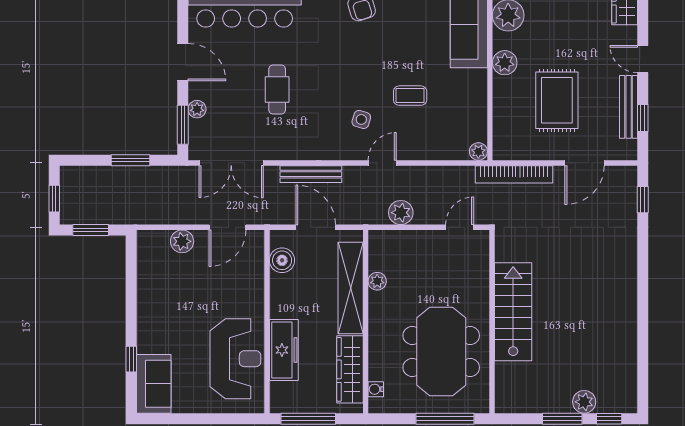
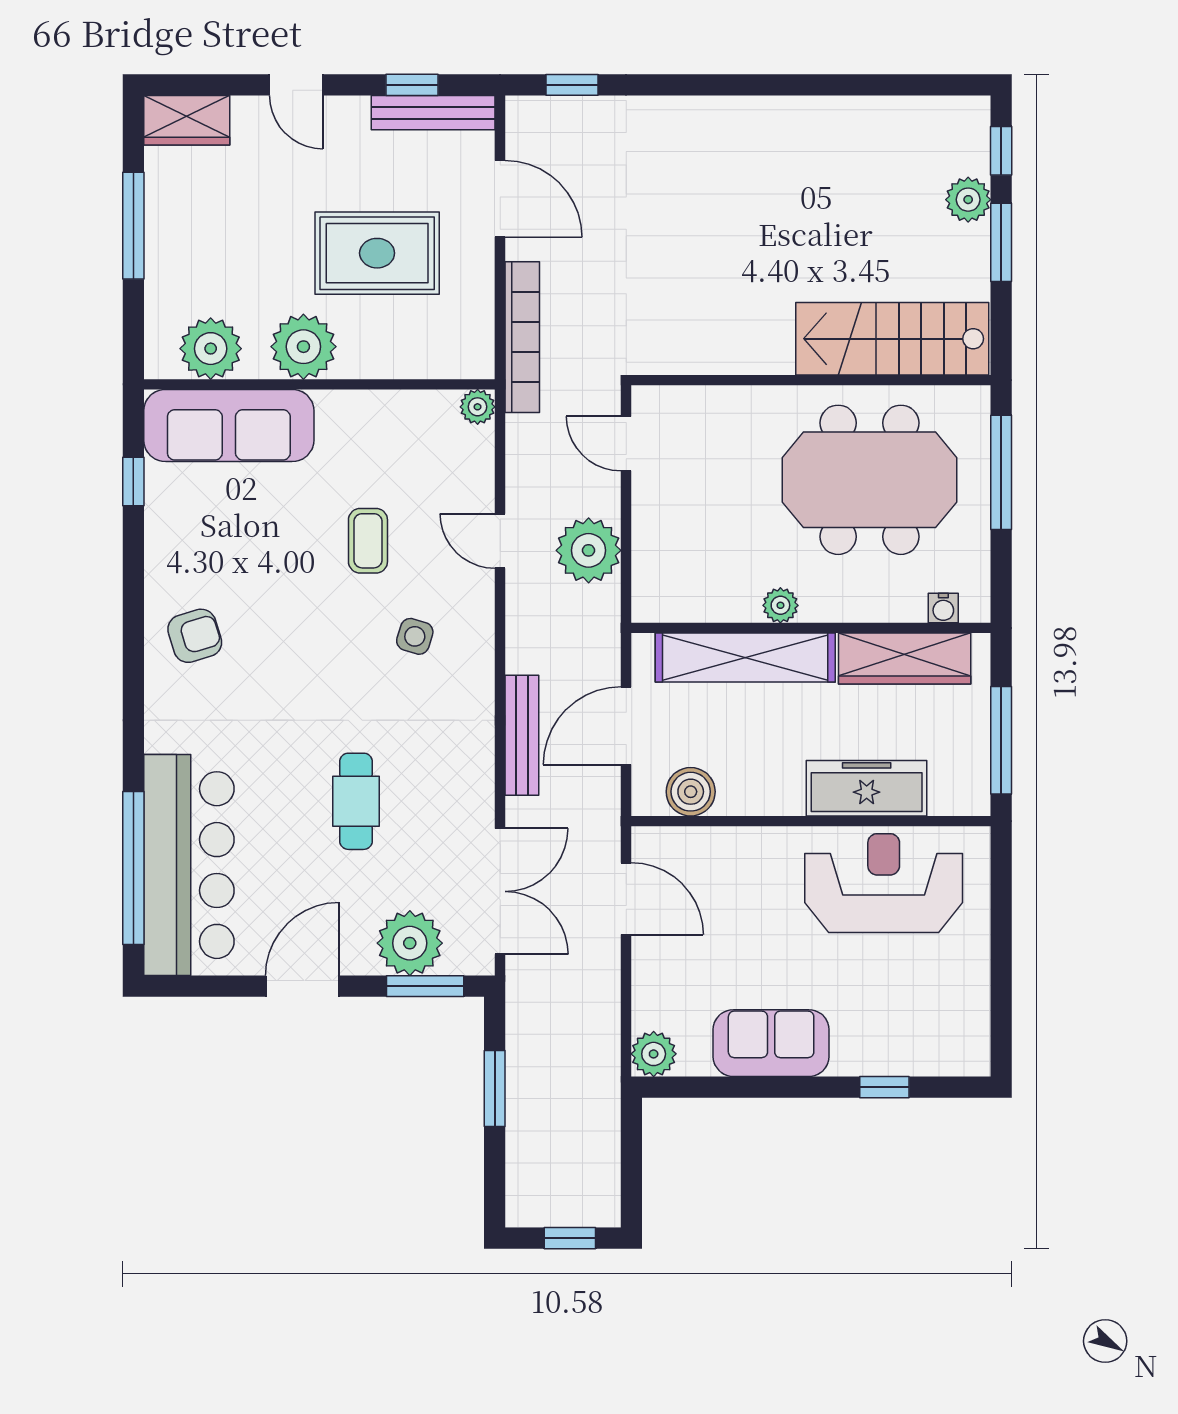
door: (643, 59) -> (296, 85), hinge flipped
plant: (505, 63) -> (303, 347), width x1.36, depth x1.36
cafe table: (277, 89) -> (356, 801), turned 90
bench: (629, 107) -> (433, 113), moved
plant: (197, 109) -> (410, 943), width x1.88, depth x1.88
door: (382, 163) -> (500, 541), moved
plant: (401, 213) -> (589, 550), width x1.36, depth x1.36
window: (91, 230) -> (631, 1167), removed
plant: (182, 241) -> (654, 1054), moved
plant: (377, 281) -> (780, 605), moved
stairs: (513, 312) -> (892, 339), moved
sofa: (154, 384) -> (771, 1043), moved

